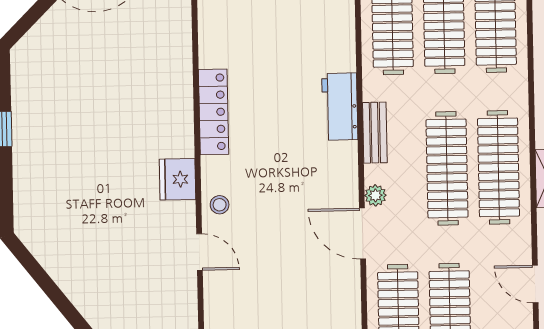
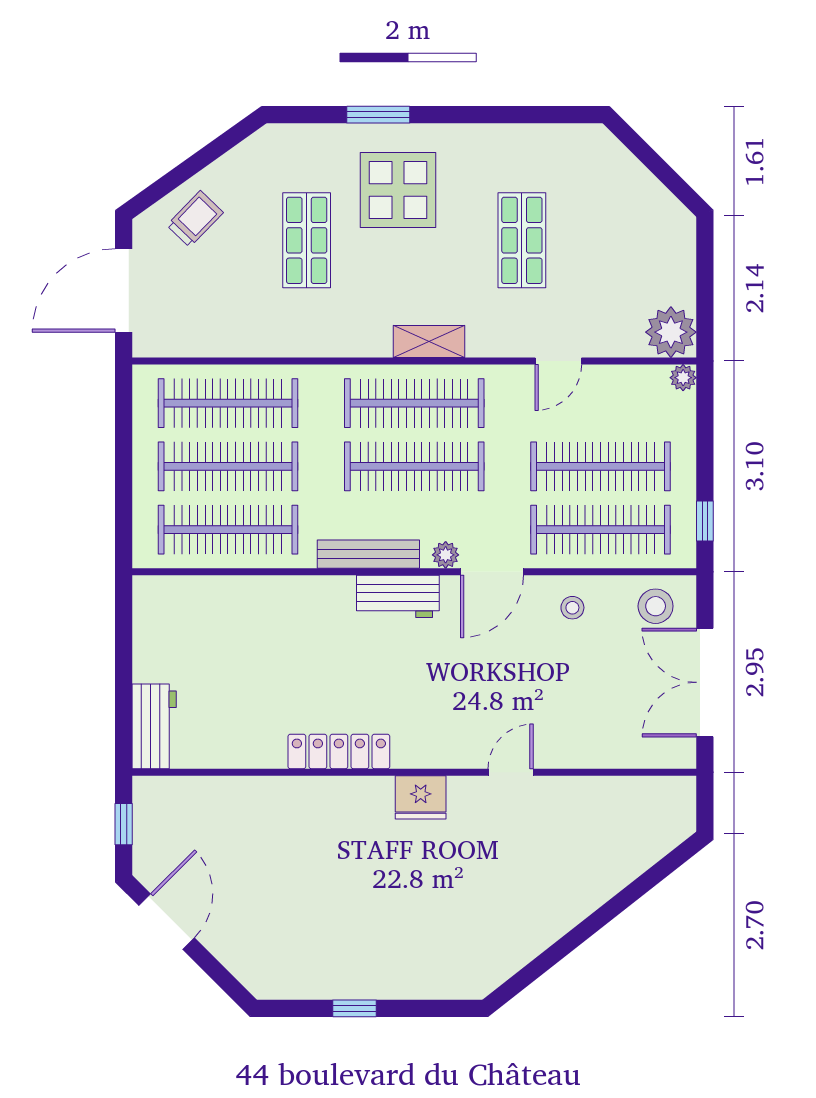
workbench: (340, 107) -> (398, 596), moved
bench: (375, 133) -> (368, 554), width x1.36
stool: (220, 205) -> (572, 608), moved

